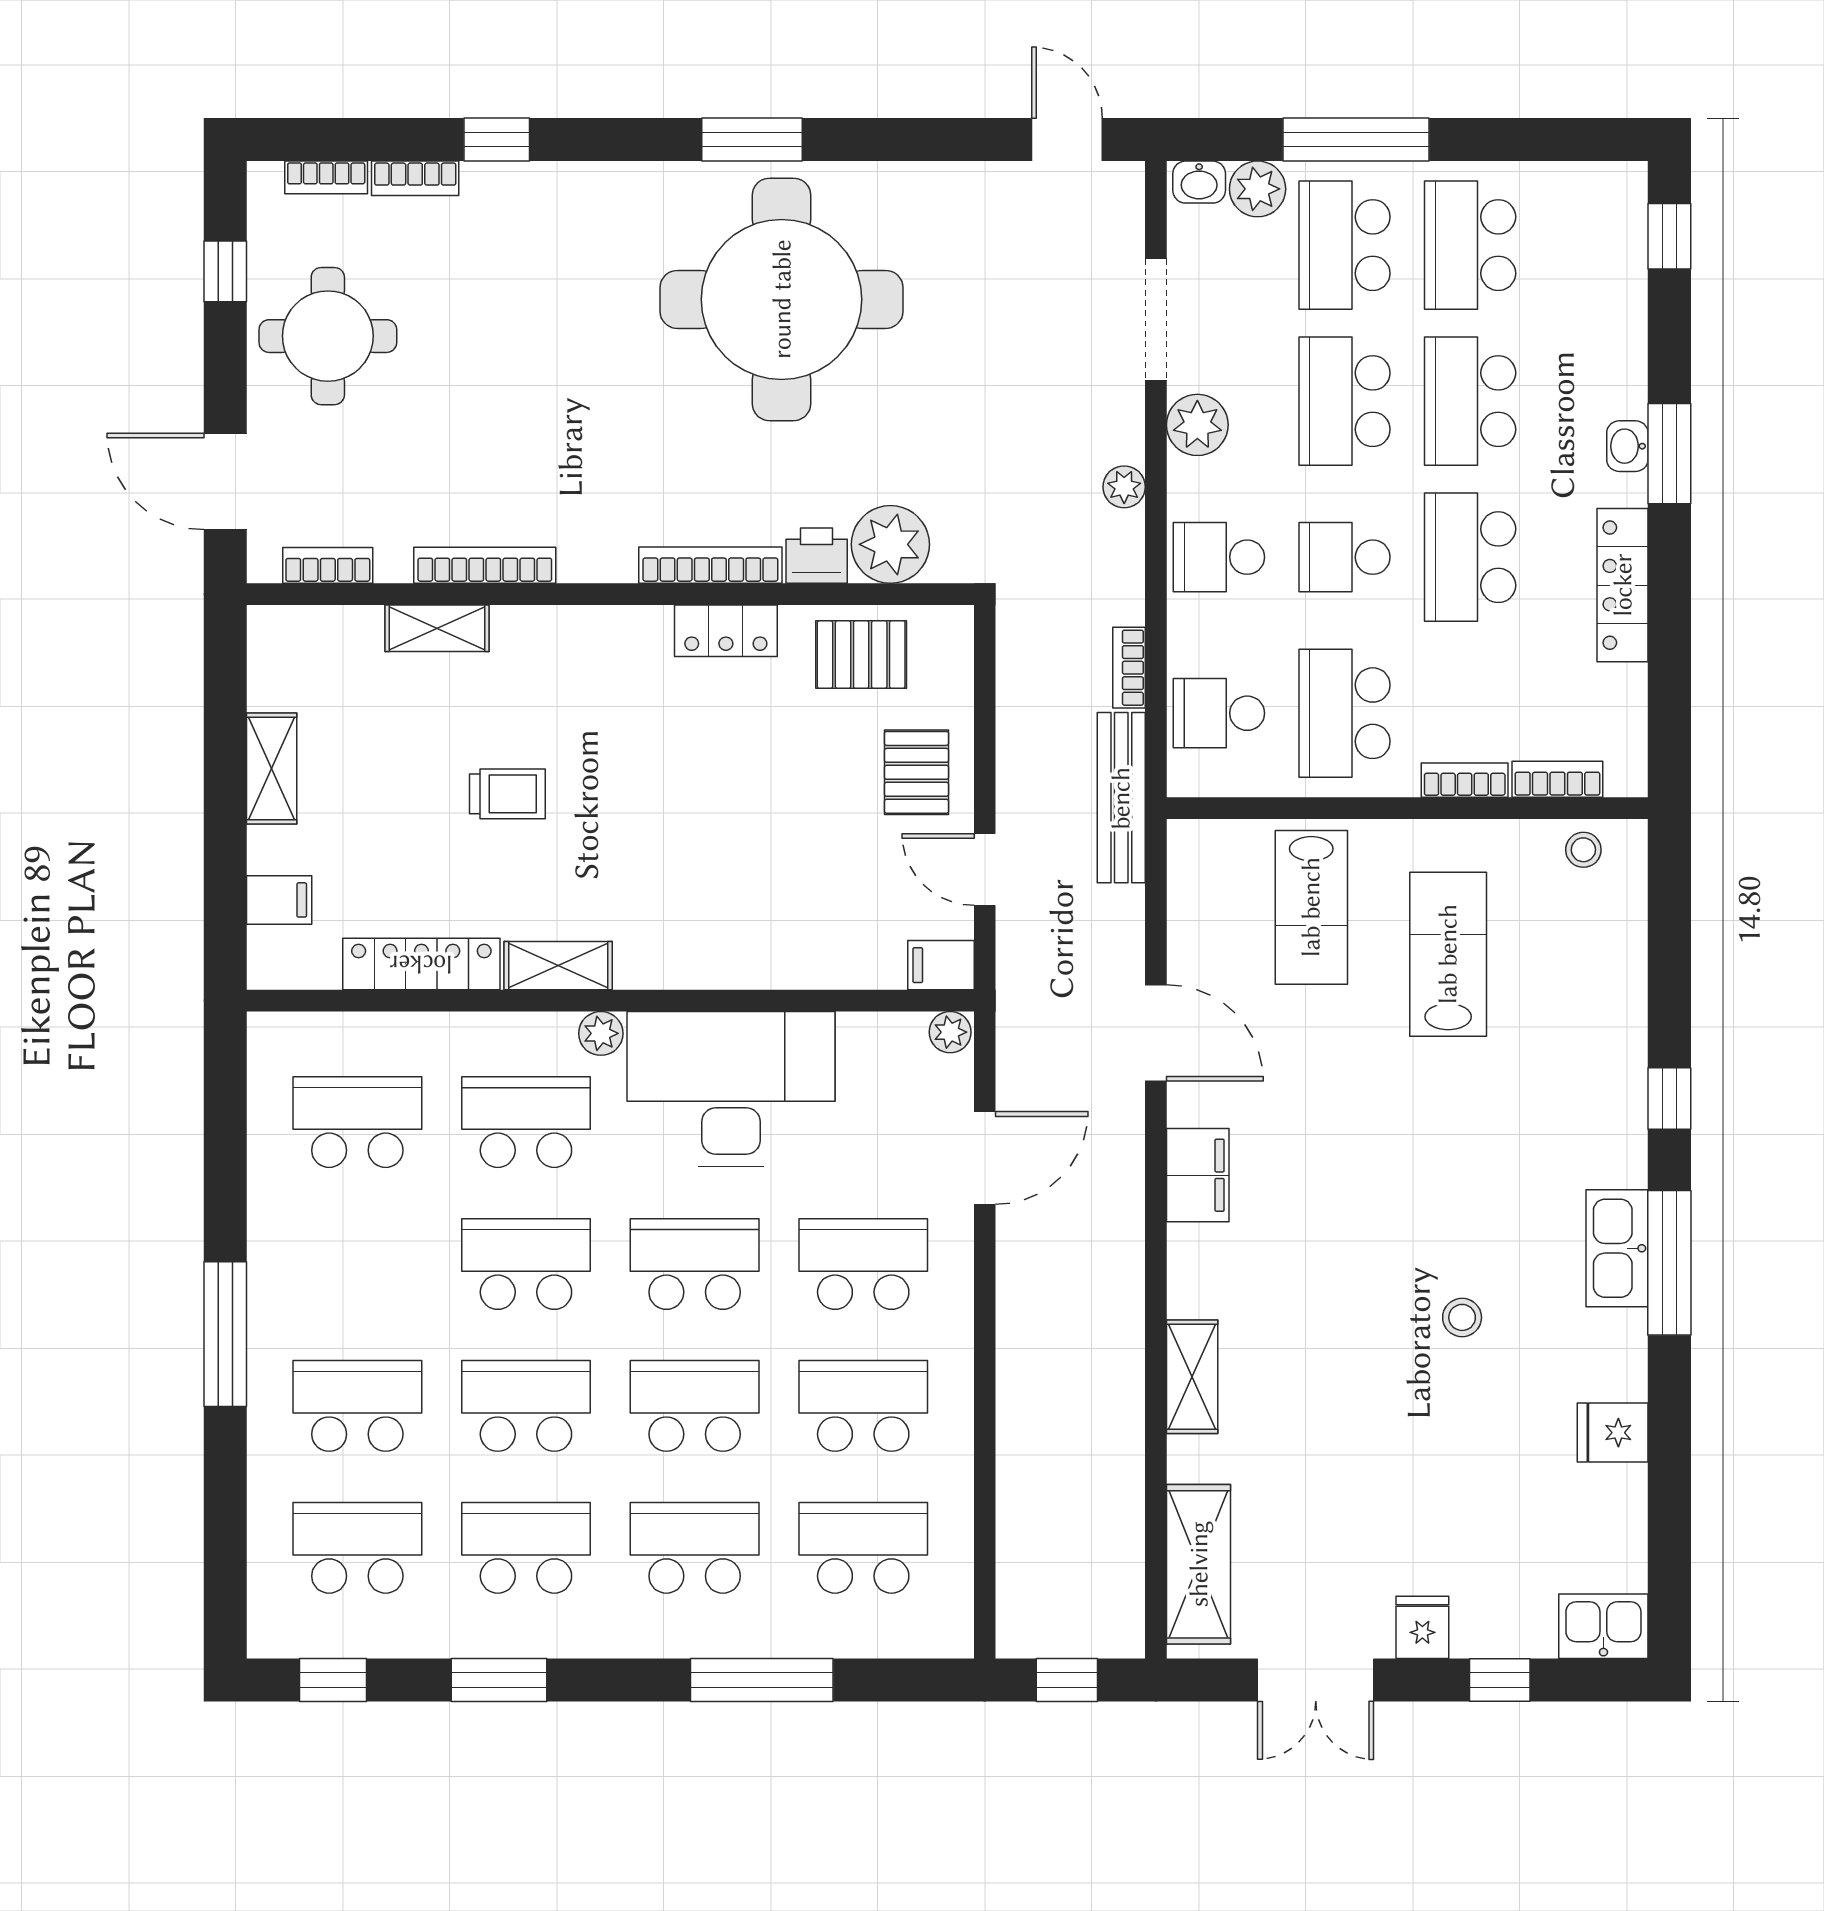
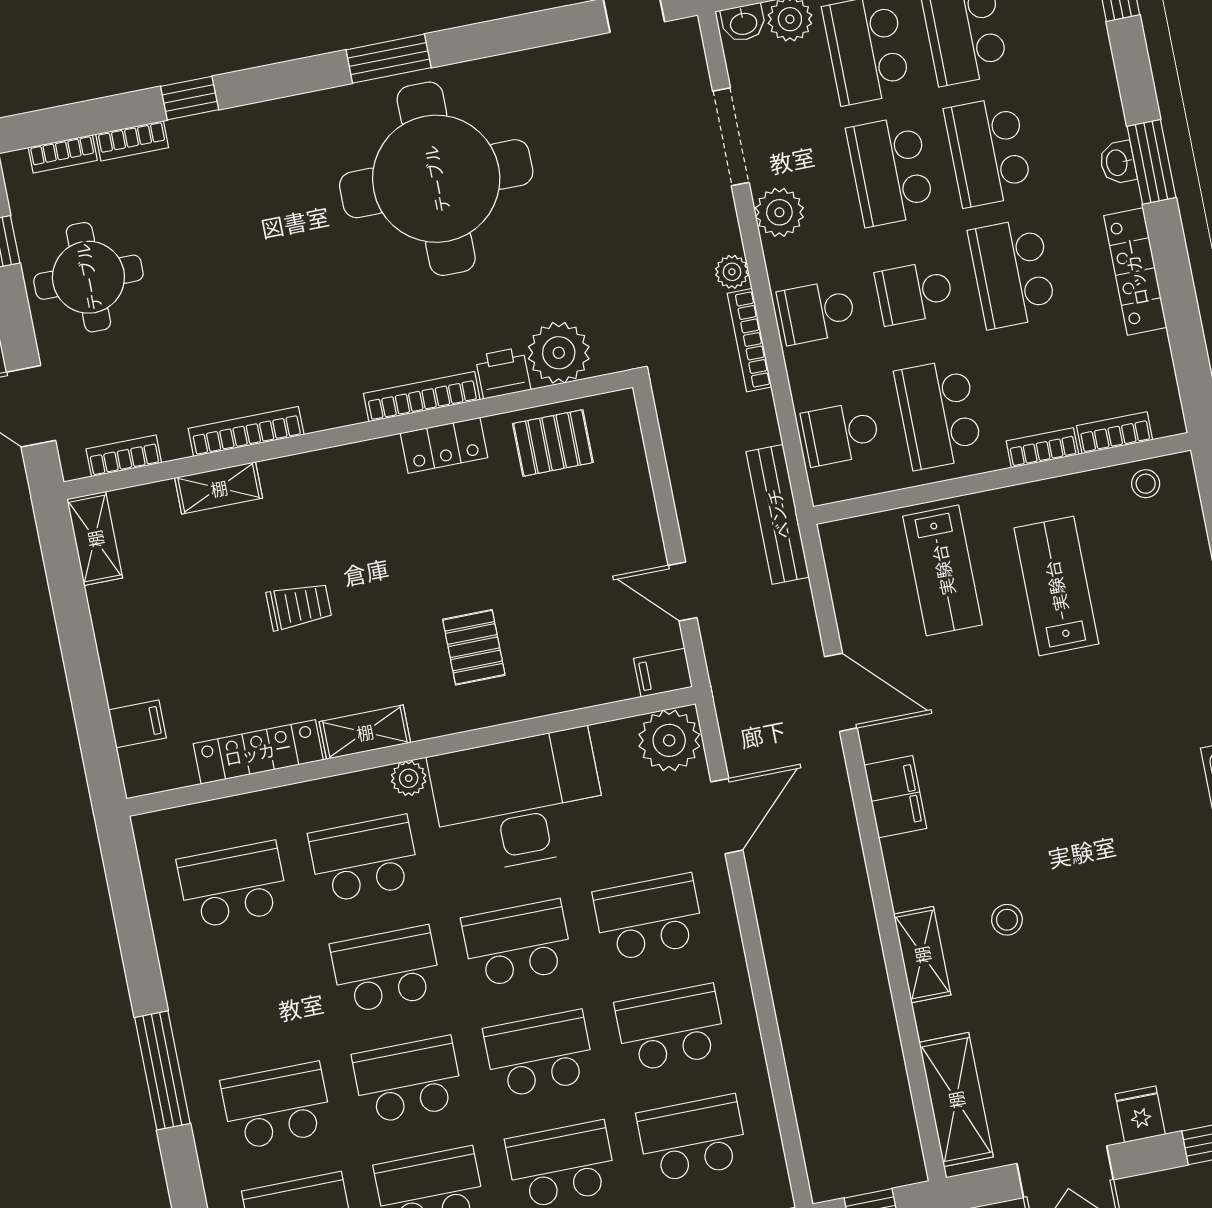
bookcase: (1129, 668) -> (749, 340), moved, width x1.56
shelving: (272, 769) -> (95, 539), moved
pallet: (916, 772) -> (474, 647), moved
plant: (950, 1032) -> (669, 740), width x1.88, depth x1.88
stool: (1462, 1317) -> (1007, 920), moved

